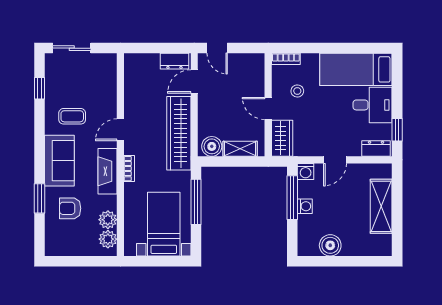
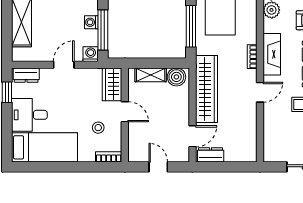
door: (217, 48) -> (158, 167), moved

